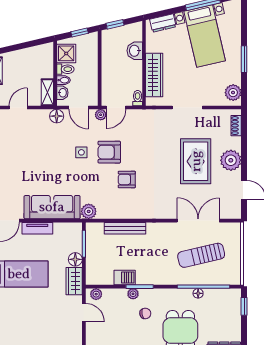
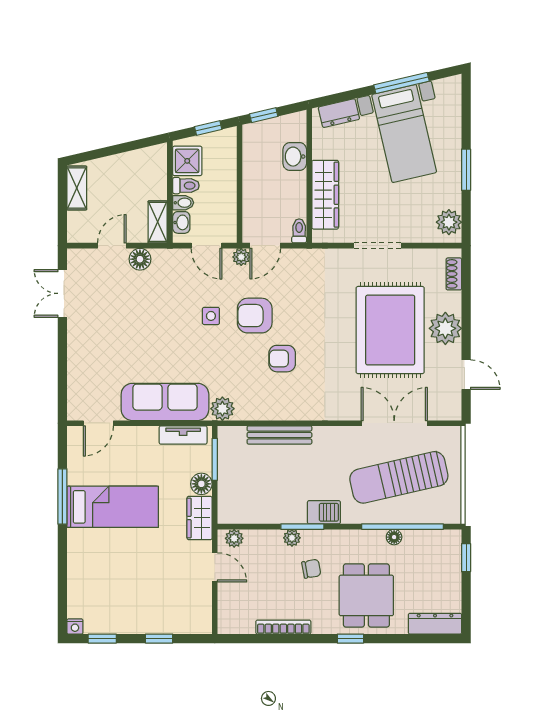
floor lamp: (57, 116) -> (140, 259), moved
rug: (196, 161) -> (390, 330), width x1.37, depth x1.44
tv unit: (37, 228) -> (183, 435), moved
sun lounger: (201, 255) -> (399, 477), width x1.36, depth x1.34
barbecue: (125, 277) -> (324, 512), moved

